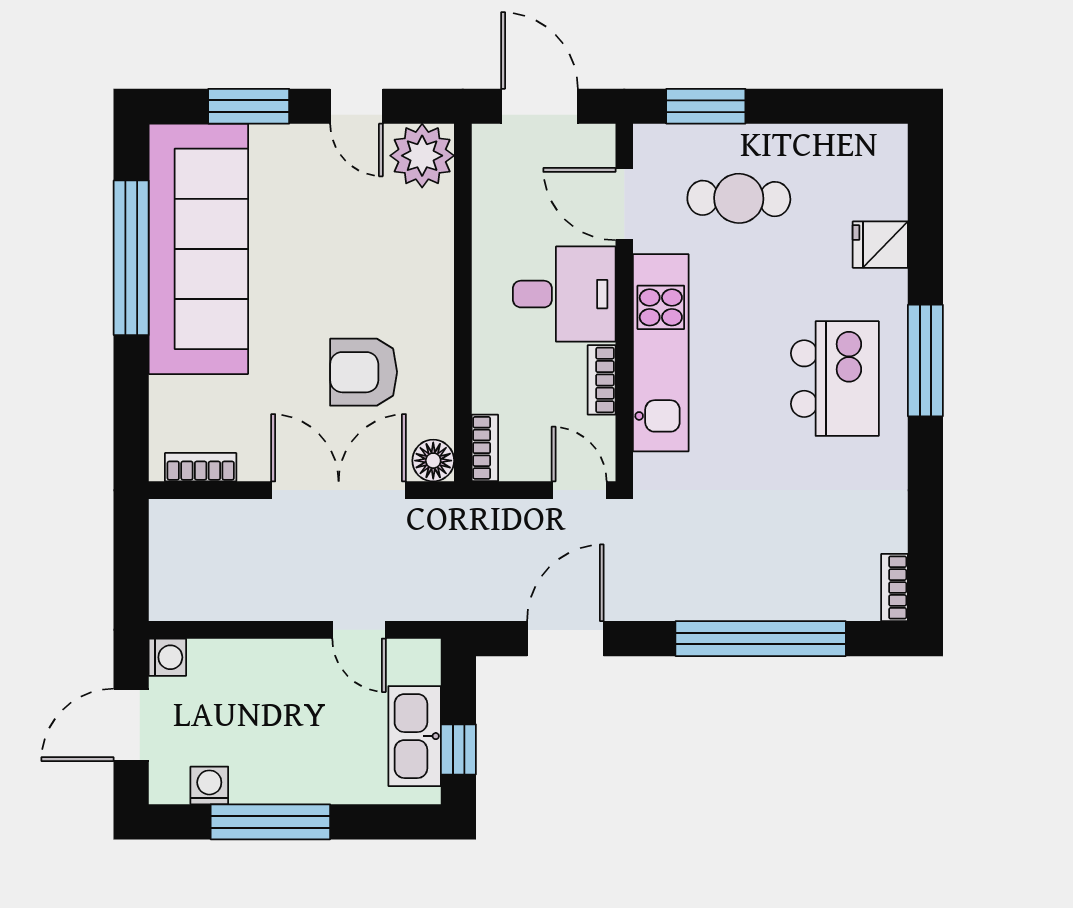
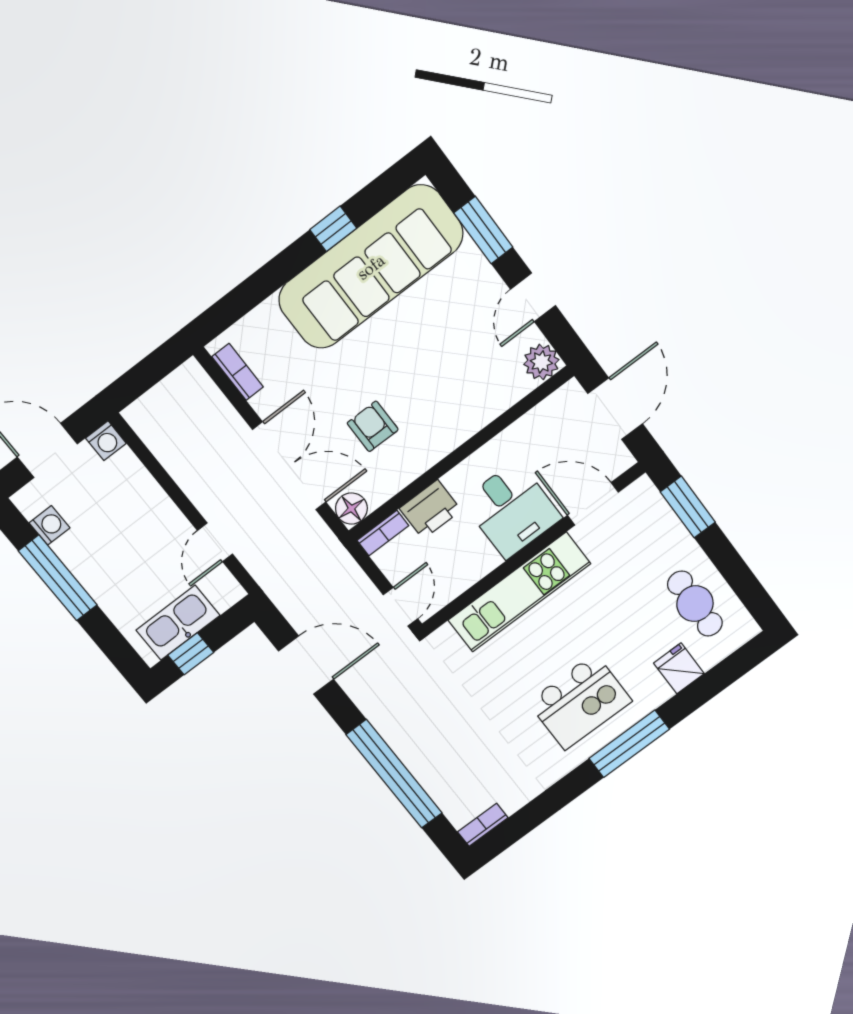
plant: (422, 156) -> (541, 362), width x0.73, depth x0.73
cafe table: (739, 198) -> (695, 604), moved
door: (624, 204) -> (593, 504), hinge flipped
window: (131, 258) -> (333, 229), width x0.32
armchair: (364, 372) -> (373, 426), width x0.72, depth x0.72
printer: (498, 379) -> (430, 509), added
bookcase: (602, 380) -> (477, 570), removed

